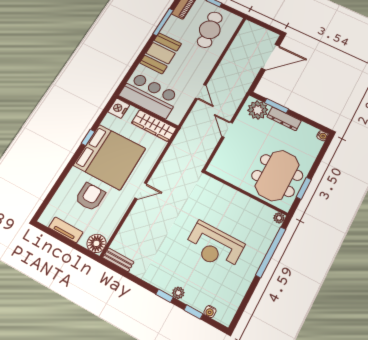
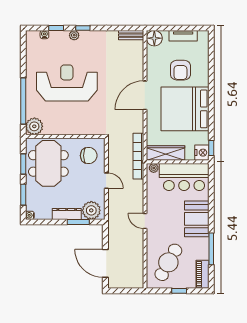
cafe table: (210, 30) -> (168, 262), turned 37
door: (270, 57) -> (105, 263), hinge flipped
door: (201, 92) -> (145, 221), moved
plant: (174, 118) -> (154, 168), added
bookcase: (182, 136) -> (138, 156), added
window: (88, 137) -> (211, 148), moved
window: (319, 159) -> (23, 195), added
chair: (232, 162) -> (89, 156), added
door: (141, 191) -> (145, 95), width x1.87
plant: (279, 218) -> (34, 126), width x1.88, depth x1.88
reception desk: (214, 246) -> (67, 83), width x1.36, depth x1.30

